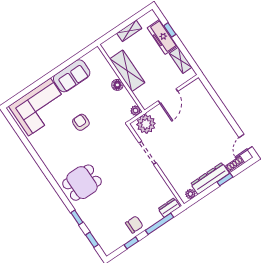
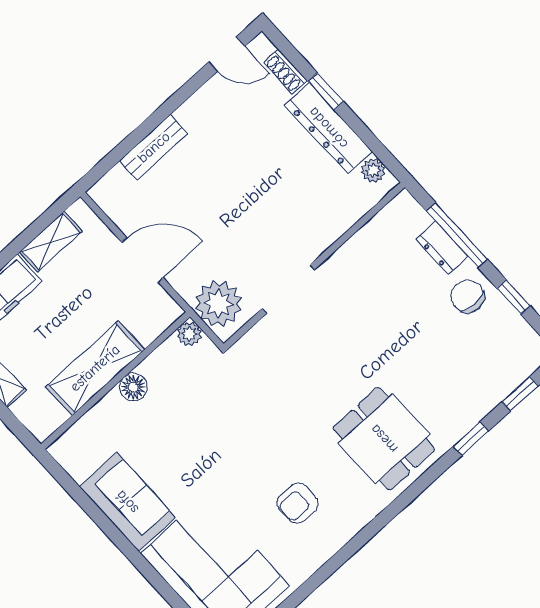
bench: (213, 107) -> (154, 147), added
armchair: (81, 122) -> (297, 503), moved
dresser: (169, 208) -> (442, 248), moved

